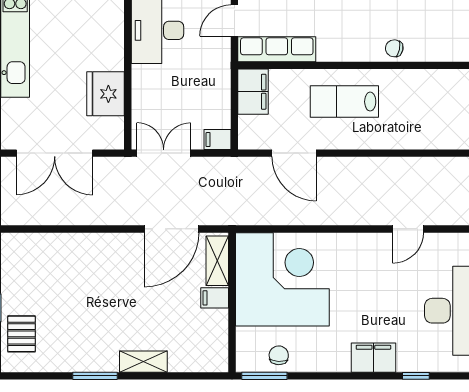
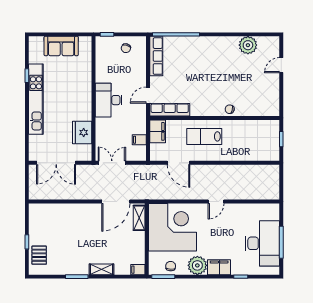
filing cabinet: (217, 140) -> (139, 140), moved
door: (408, 229) -> (216, 202), moved
filing cabinet: (215, 298) -> (138, 270), moved
plant: (331, 354) -> (197, 265), added

